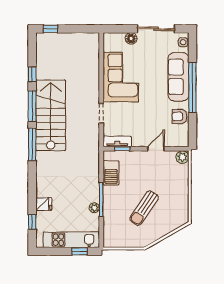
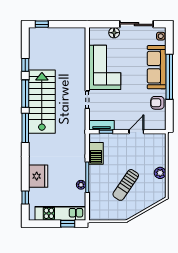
plant: (182, 157) -> (160, 173), moved
fridge: (44, 204) -> (38, 176), width x1.88, depth x1.34

